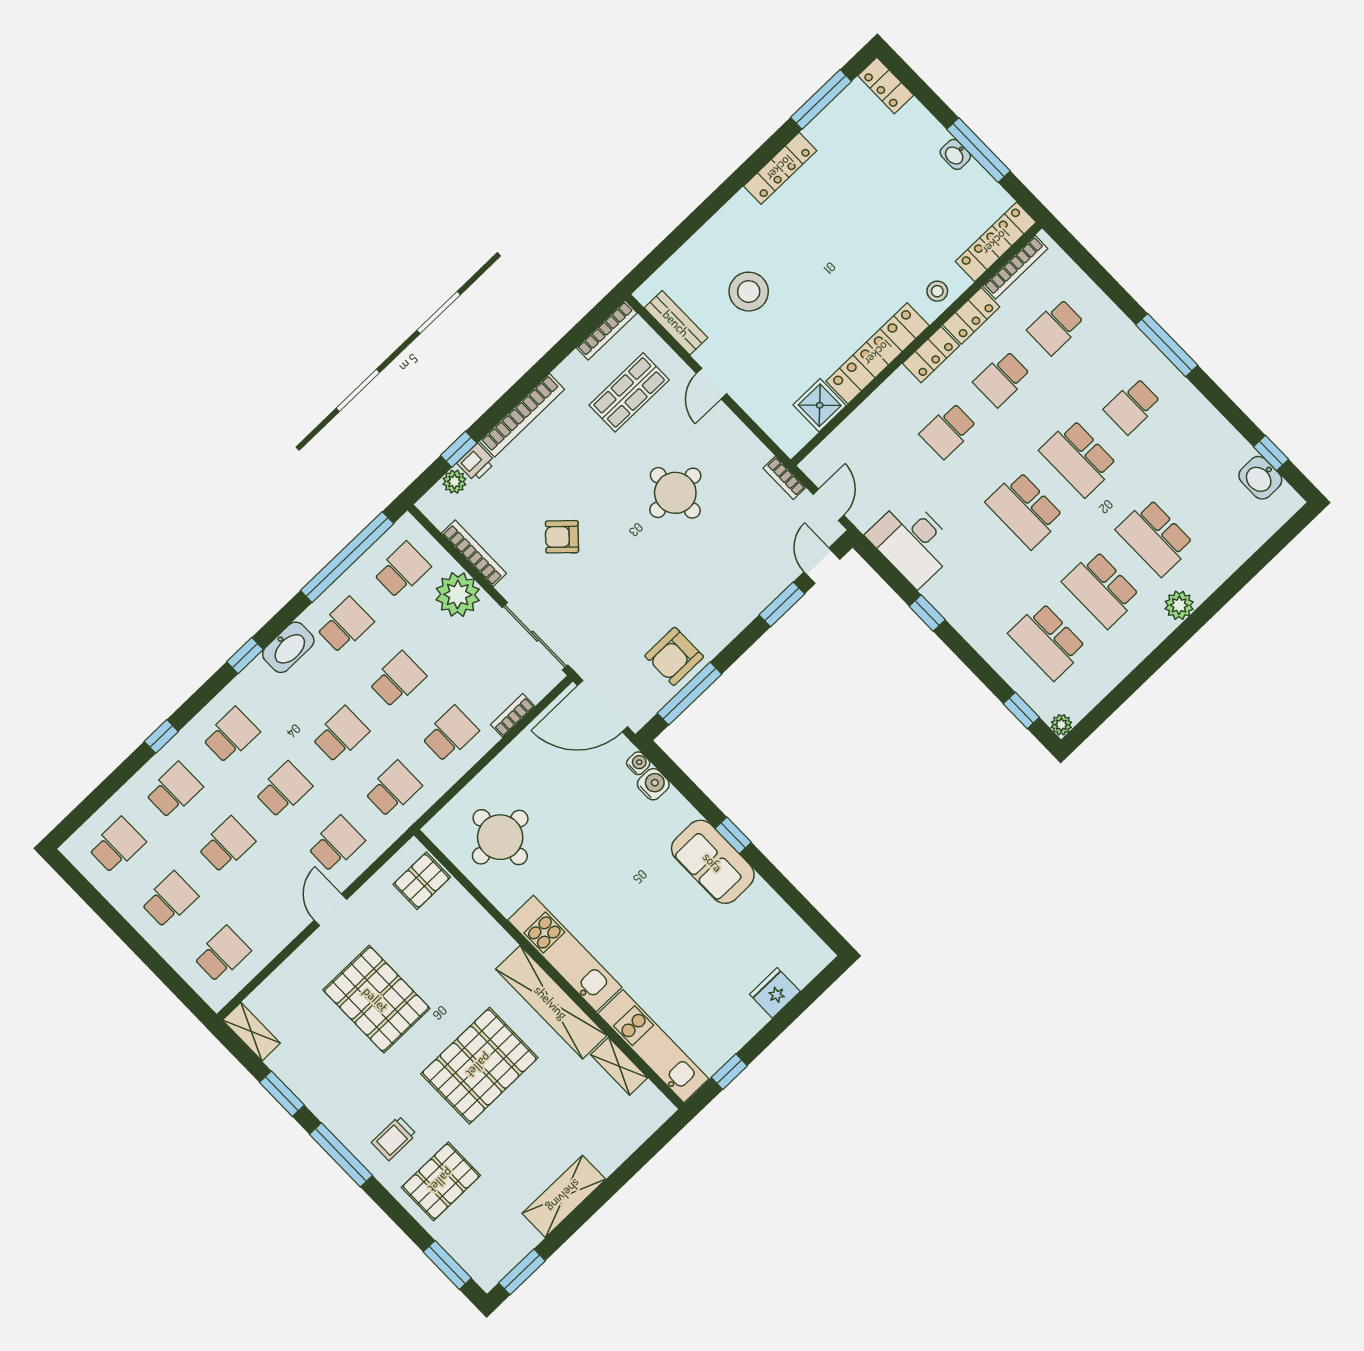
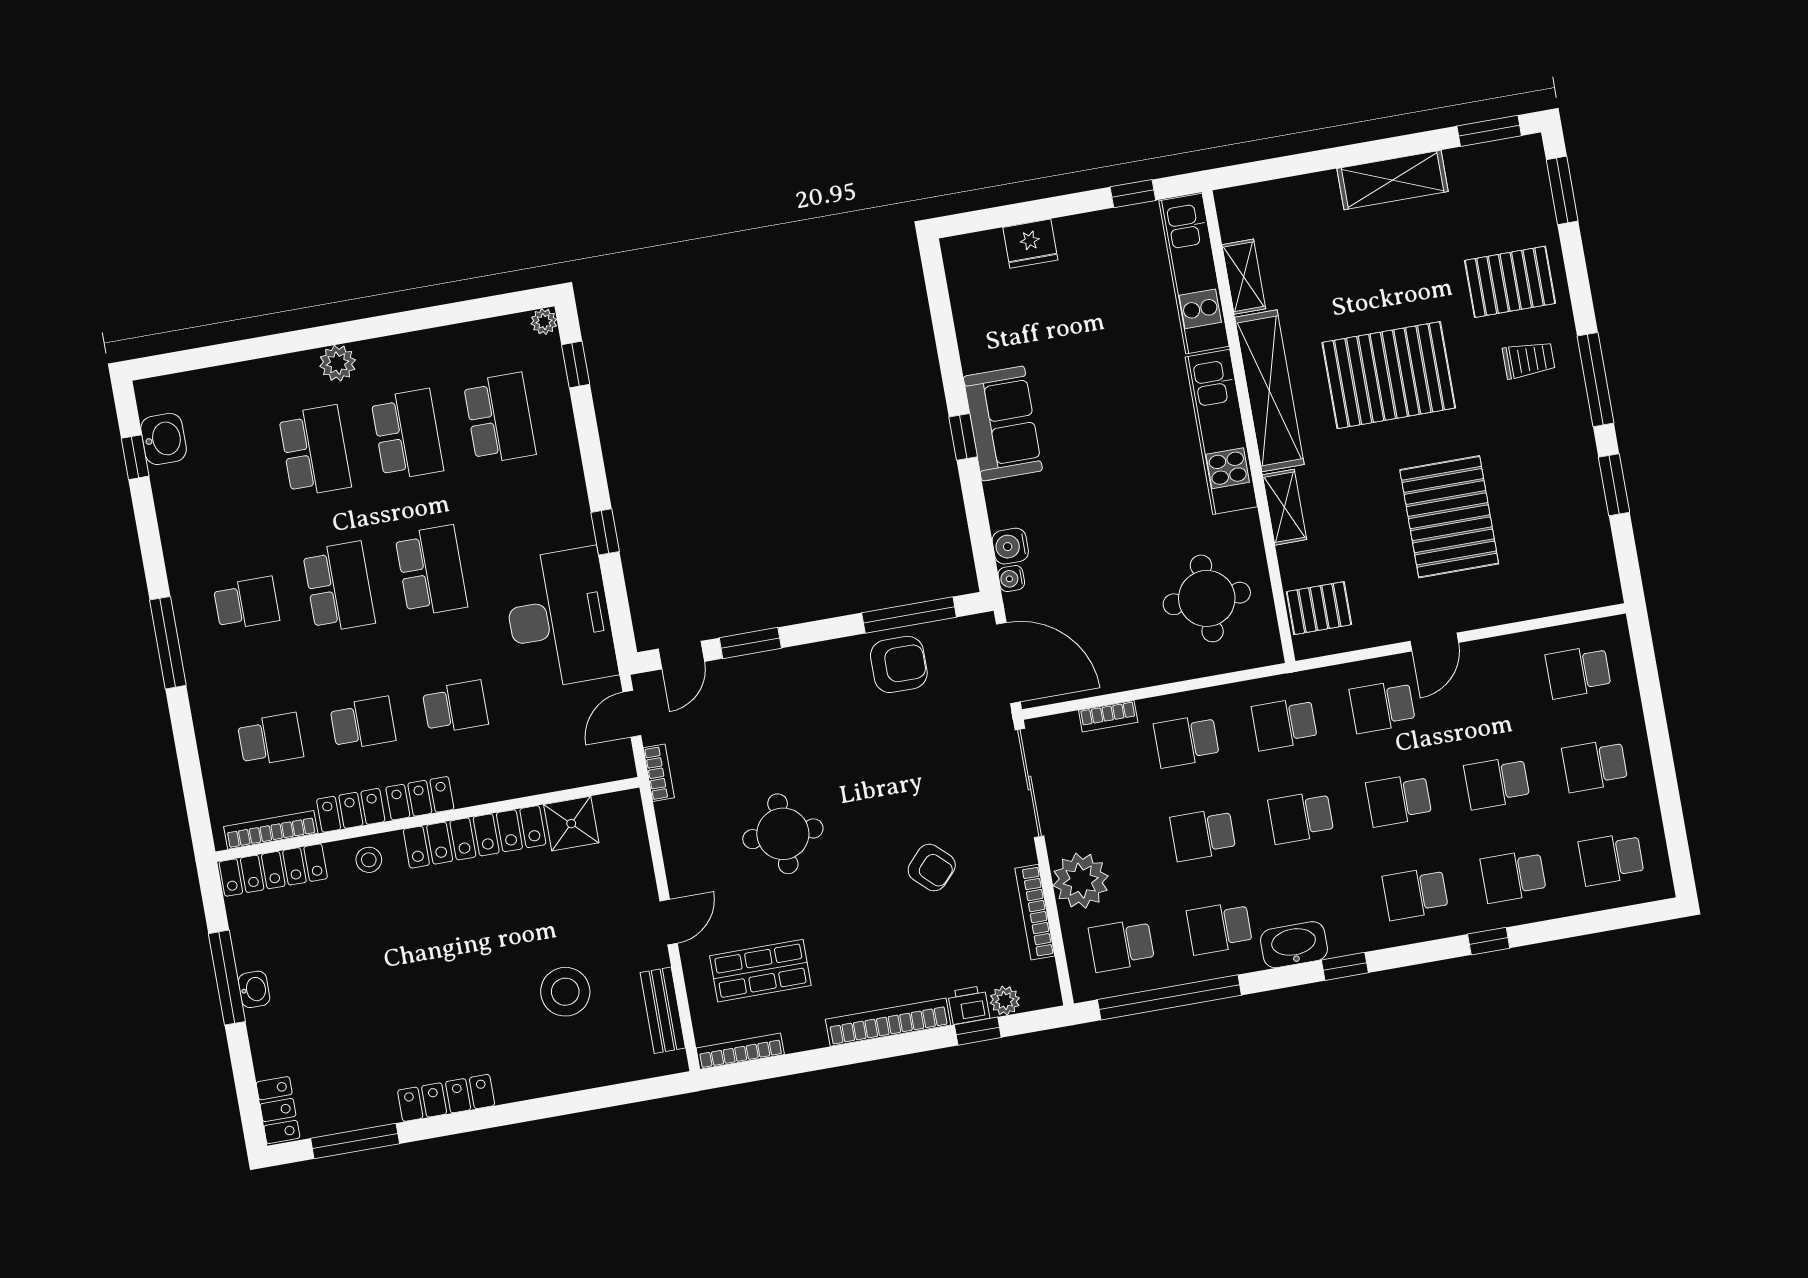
desk: (912, 542) -> (559, 618), width x1.36, depth x1.30
shelving: (251, 1032) -> (1285, 507), moved

